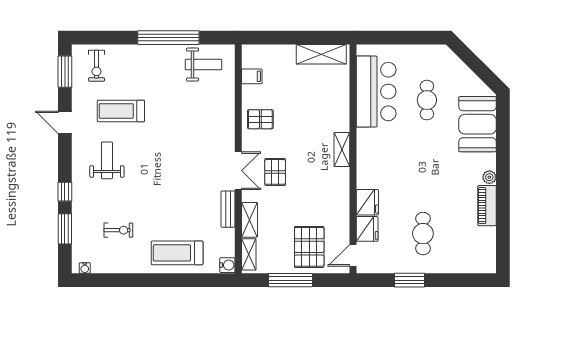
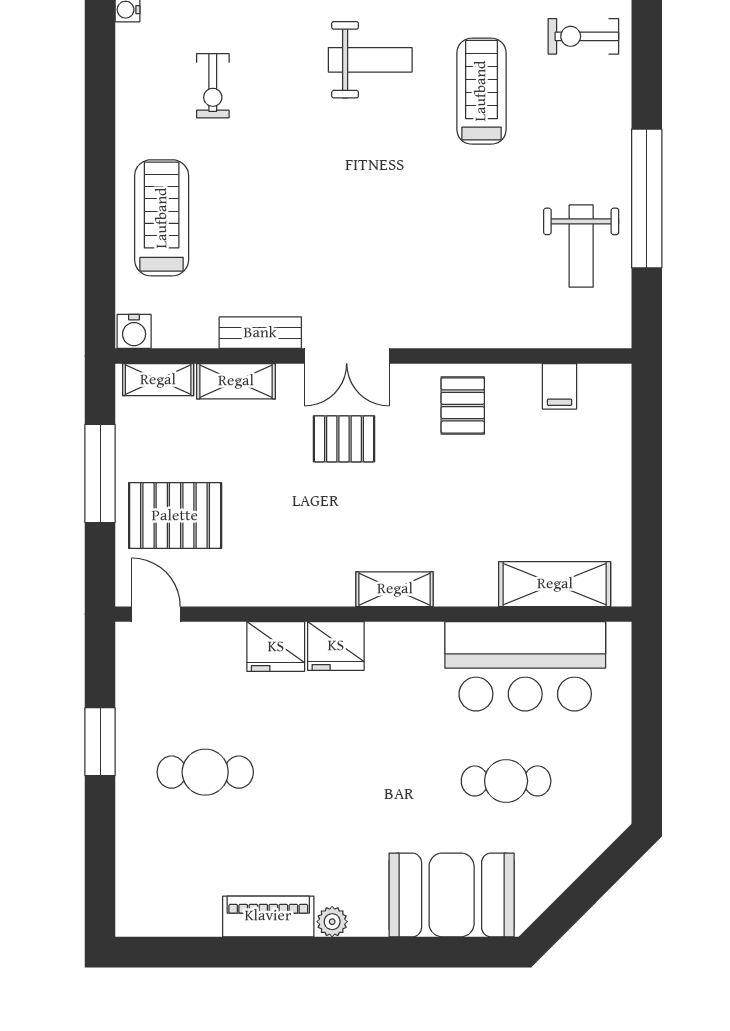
shelving: (321, 54) -> (555, 584), moved, turned 90
weight bench: (204, 65) -> (581, 246), moved
fridge: (367, 229) -> (336, 646), moved

